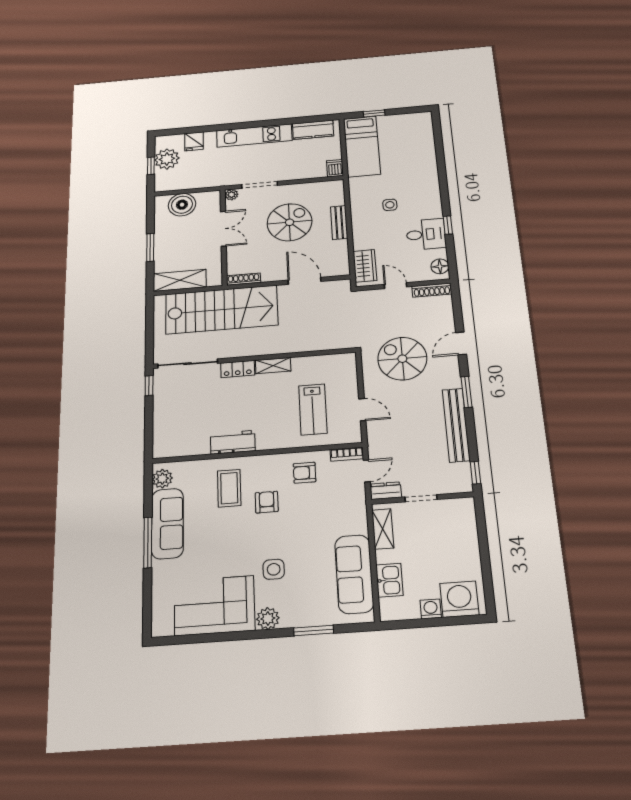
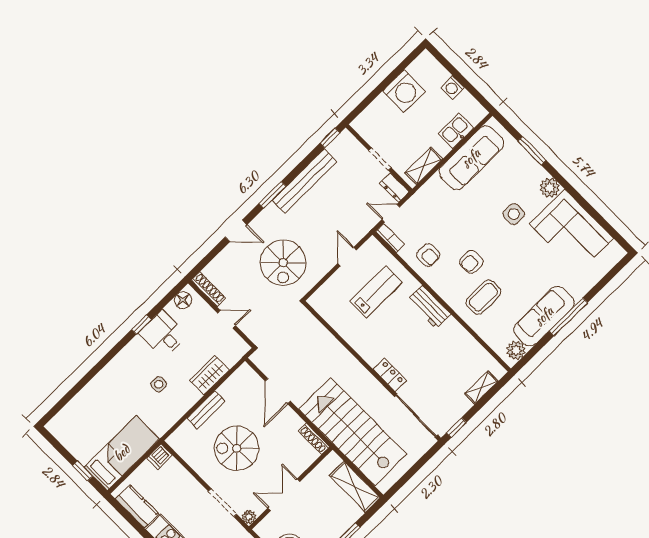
wardrobe: (365, 266) -> (209, 375), moved
door: (395, 286) -> (227, 319), swing flipped
shelving: (273, 366) -> (481, 388), moved, turned 90
workbench: (233, 442) -> (429, 307), moved
washing machine: (459, 599) -> (404, 91), moved, turned -90

